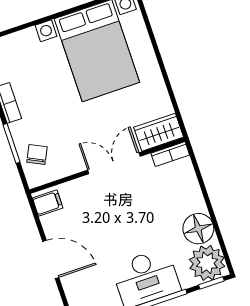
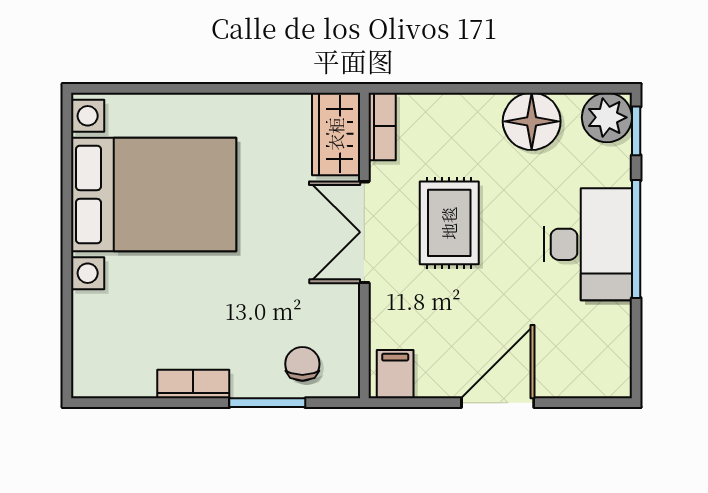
chair: (37, 154) -> (302, 364), turned 64
rug: (133, 204) -> (449, 223), added
plant: (207, 263) -> (607, 117), width x0.73, depth x0.73

